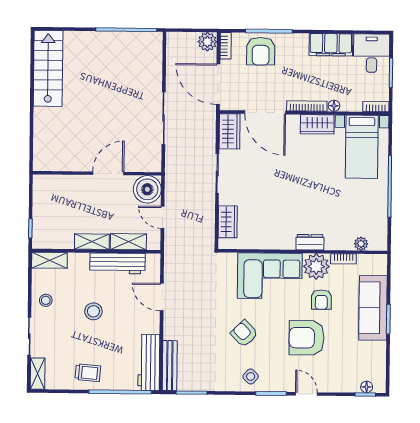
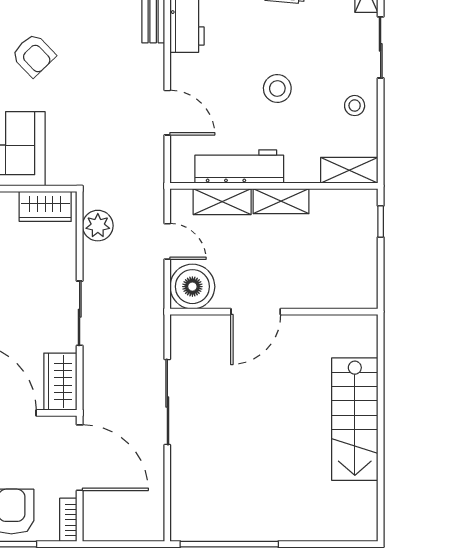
plant: (207, 42) -> (98, 226), moved
stairs: (48, 68) -> (355, 419), moved
wardrobe: (228, 222) -> (45, 206), moved, turned -90

